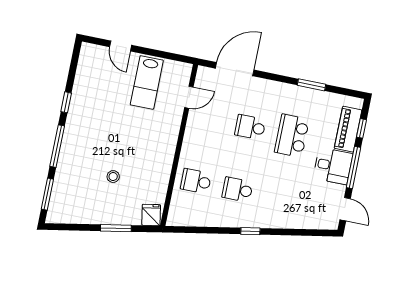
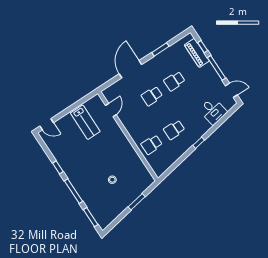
door: (121, 46) -> (47, 124), moved
door: (235, 69) -> (130, 69), moved
school desk: (292, 136) -> (174, 81), width x0.54
desk: (333, 166) -> (213, 111), moved, turned 80
fridge: (151, 215) -> (147, 180), removed

